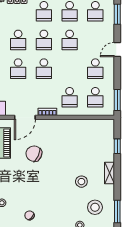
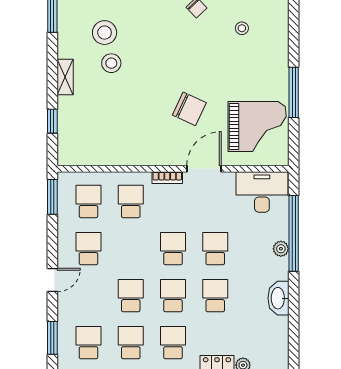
stool: (95, 207) -> (105, 33), moved

